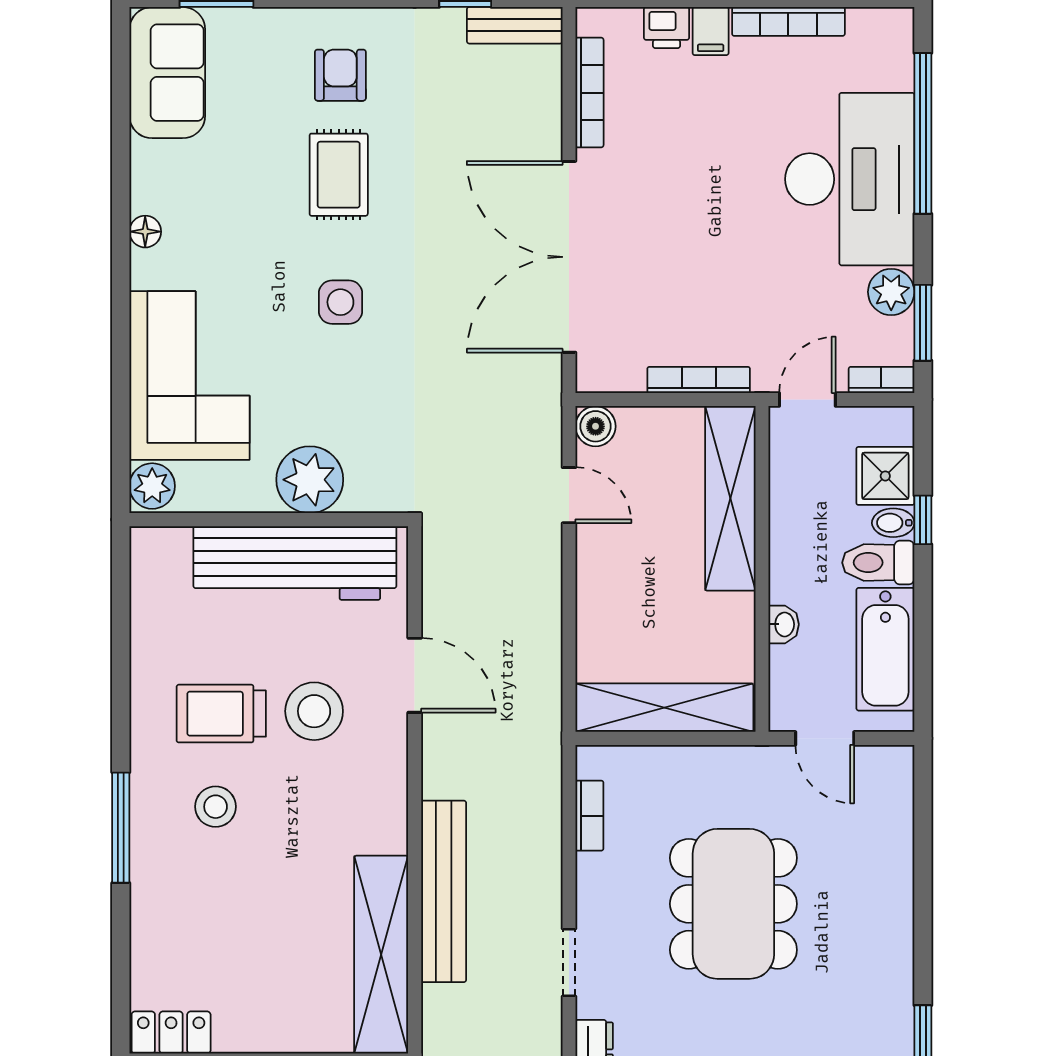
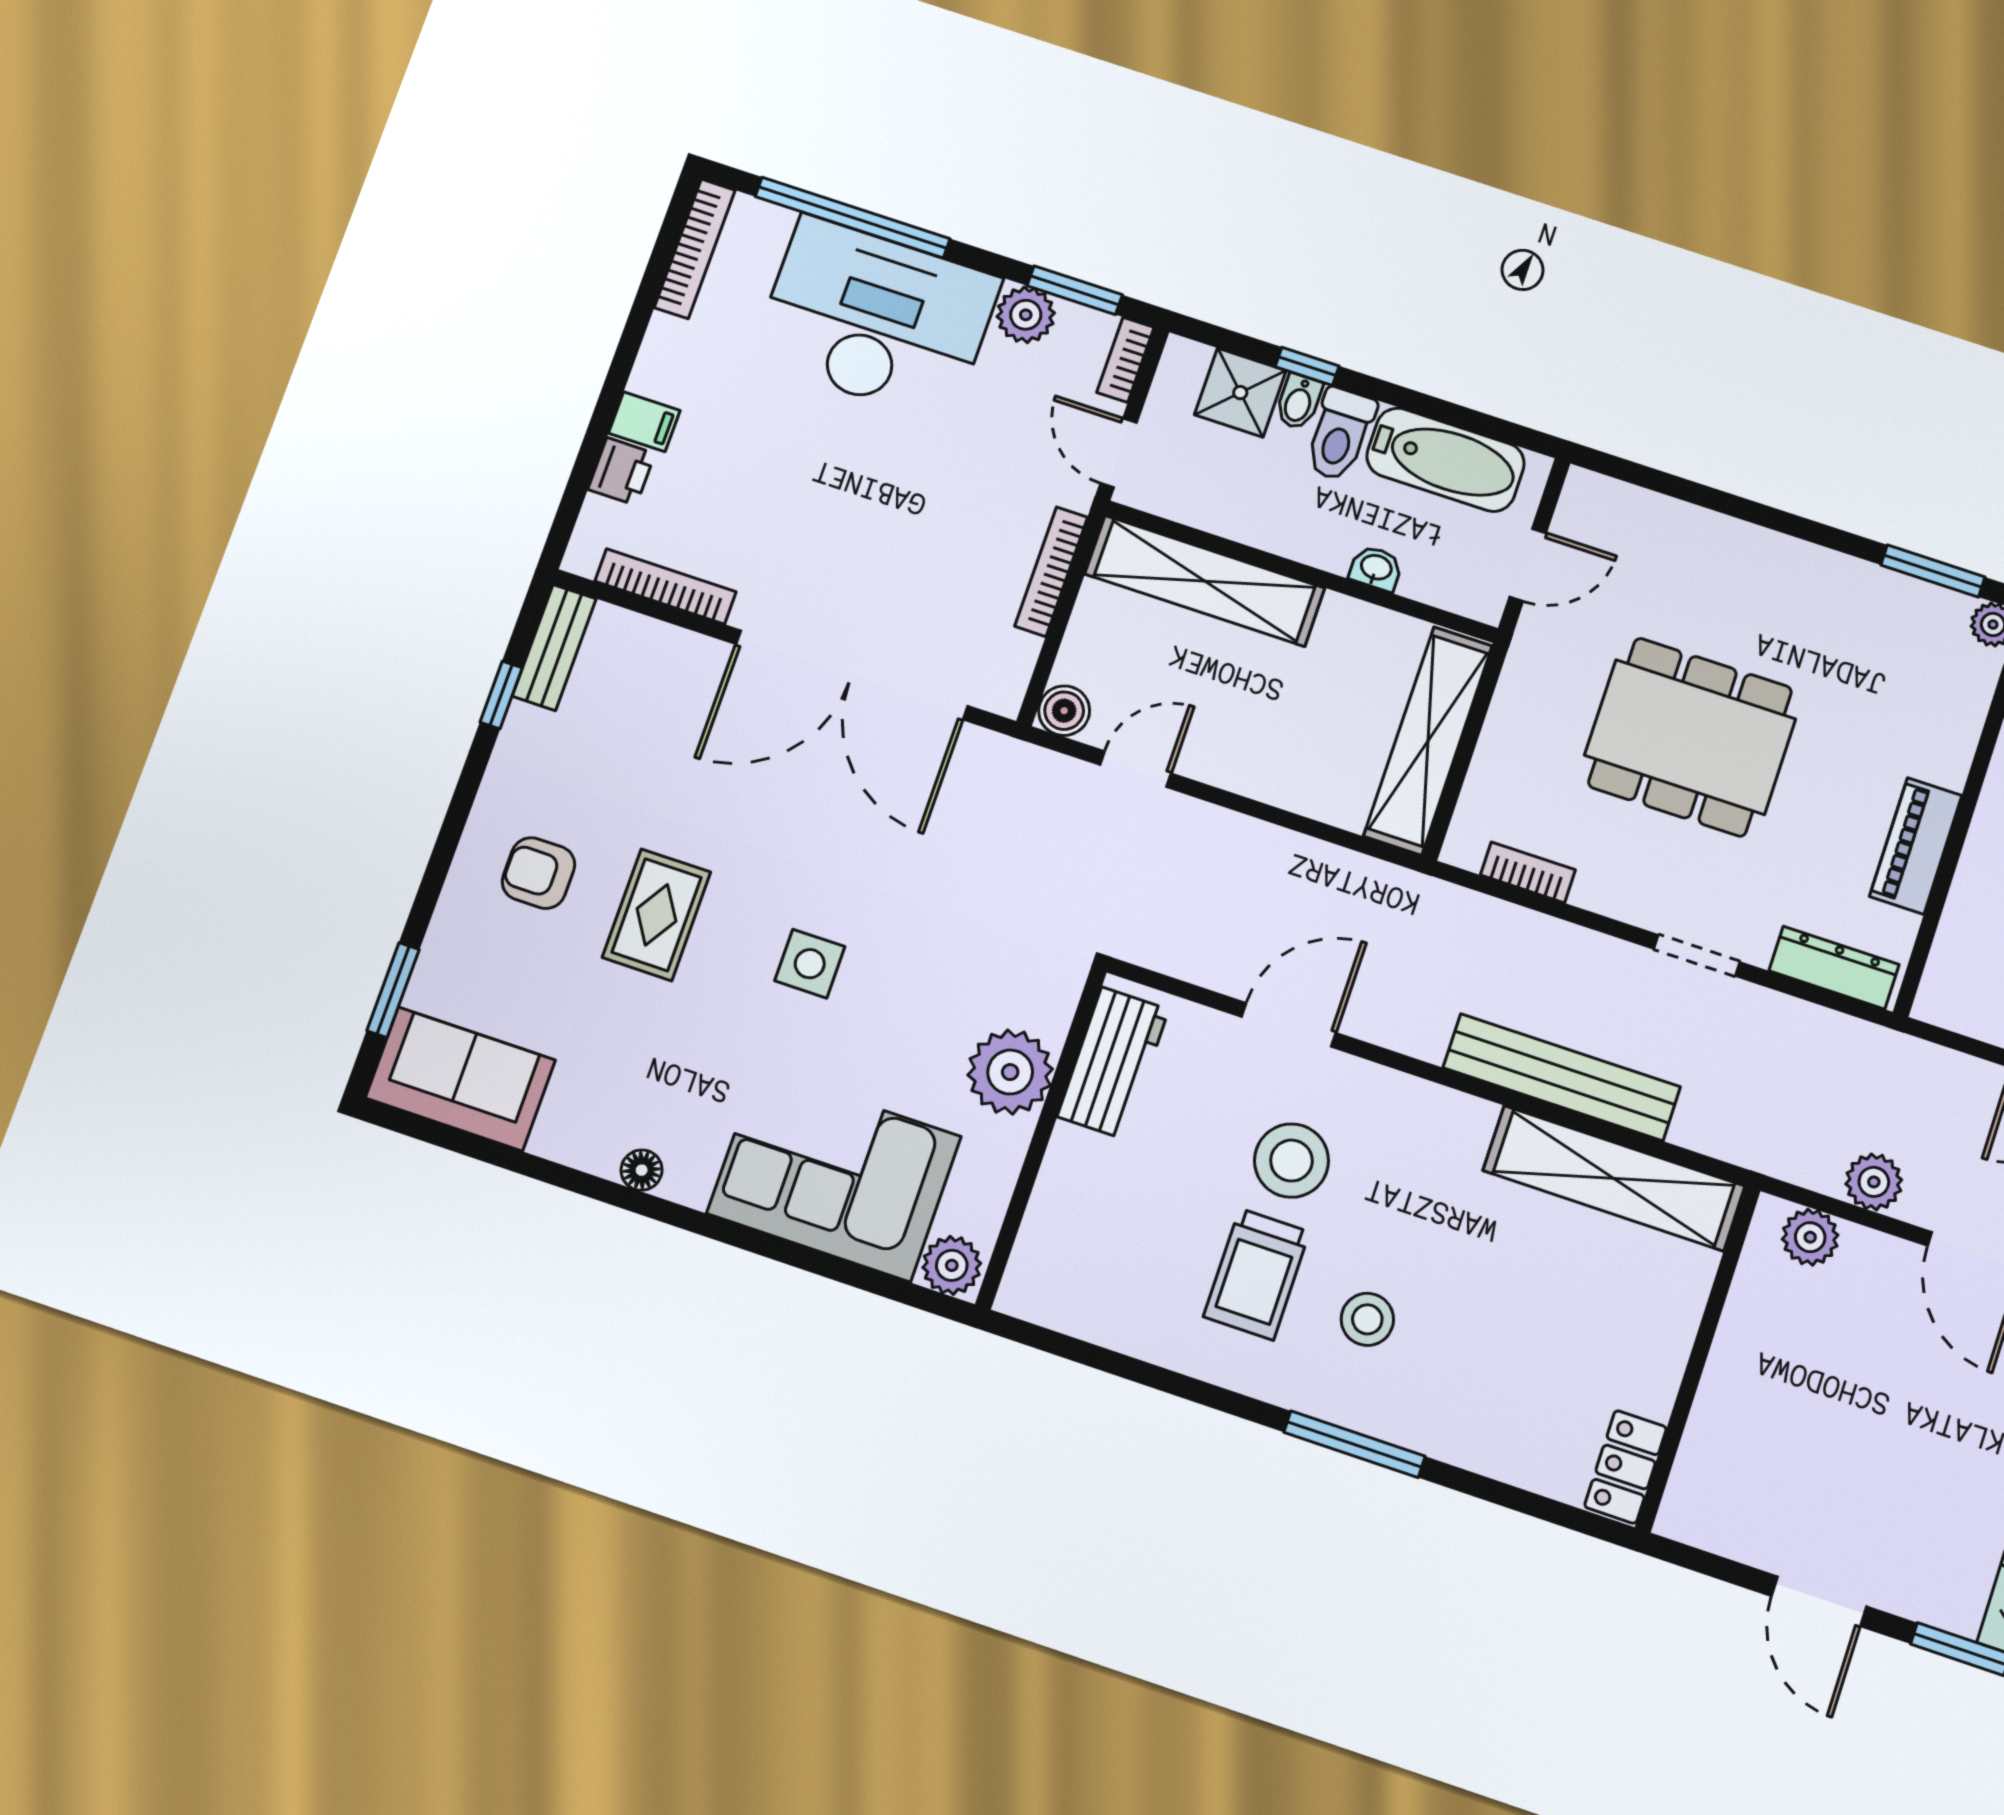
bookcase: (788, 21) -> (695, 249), moved
rug: (339, 175) -> (656, 915), turned 90
workbench: (295, 563) -> (1113, 1063), width x0.53, depth x0.76

